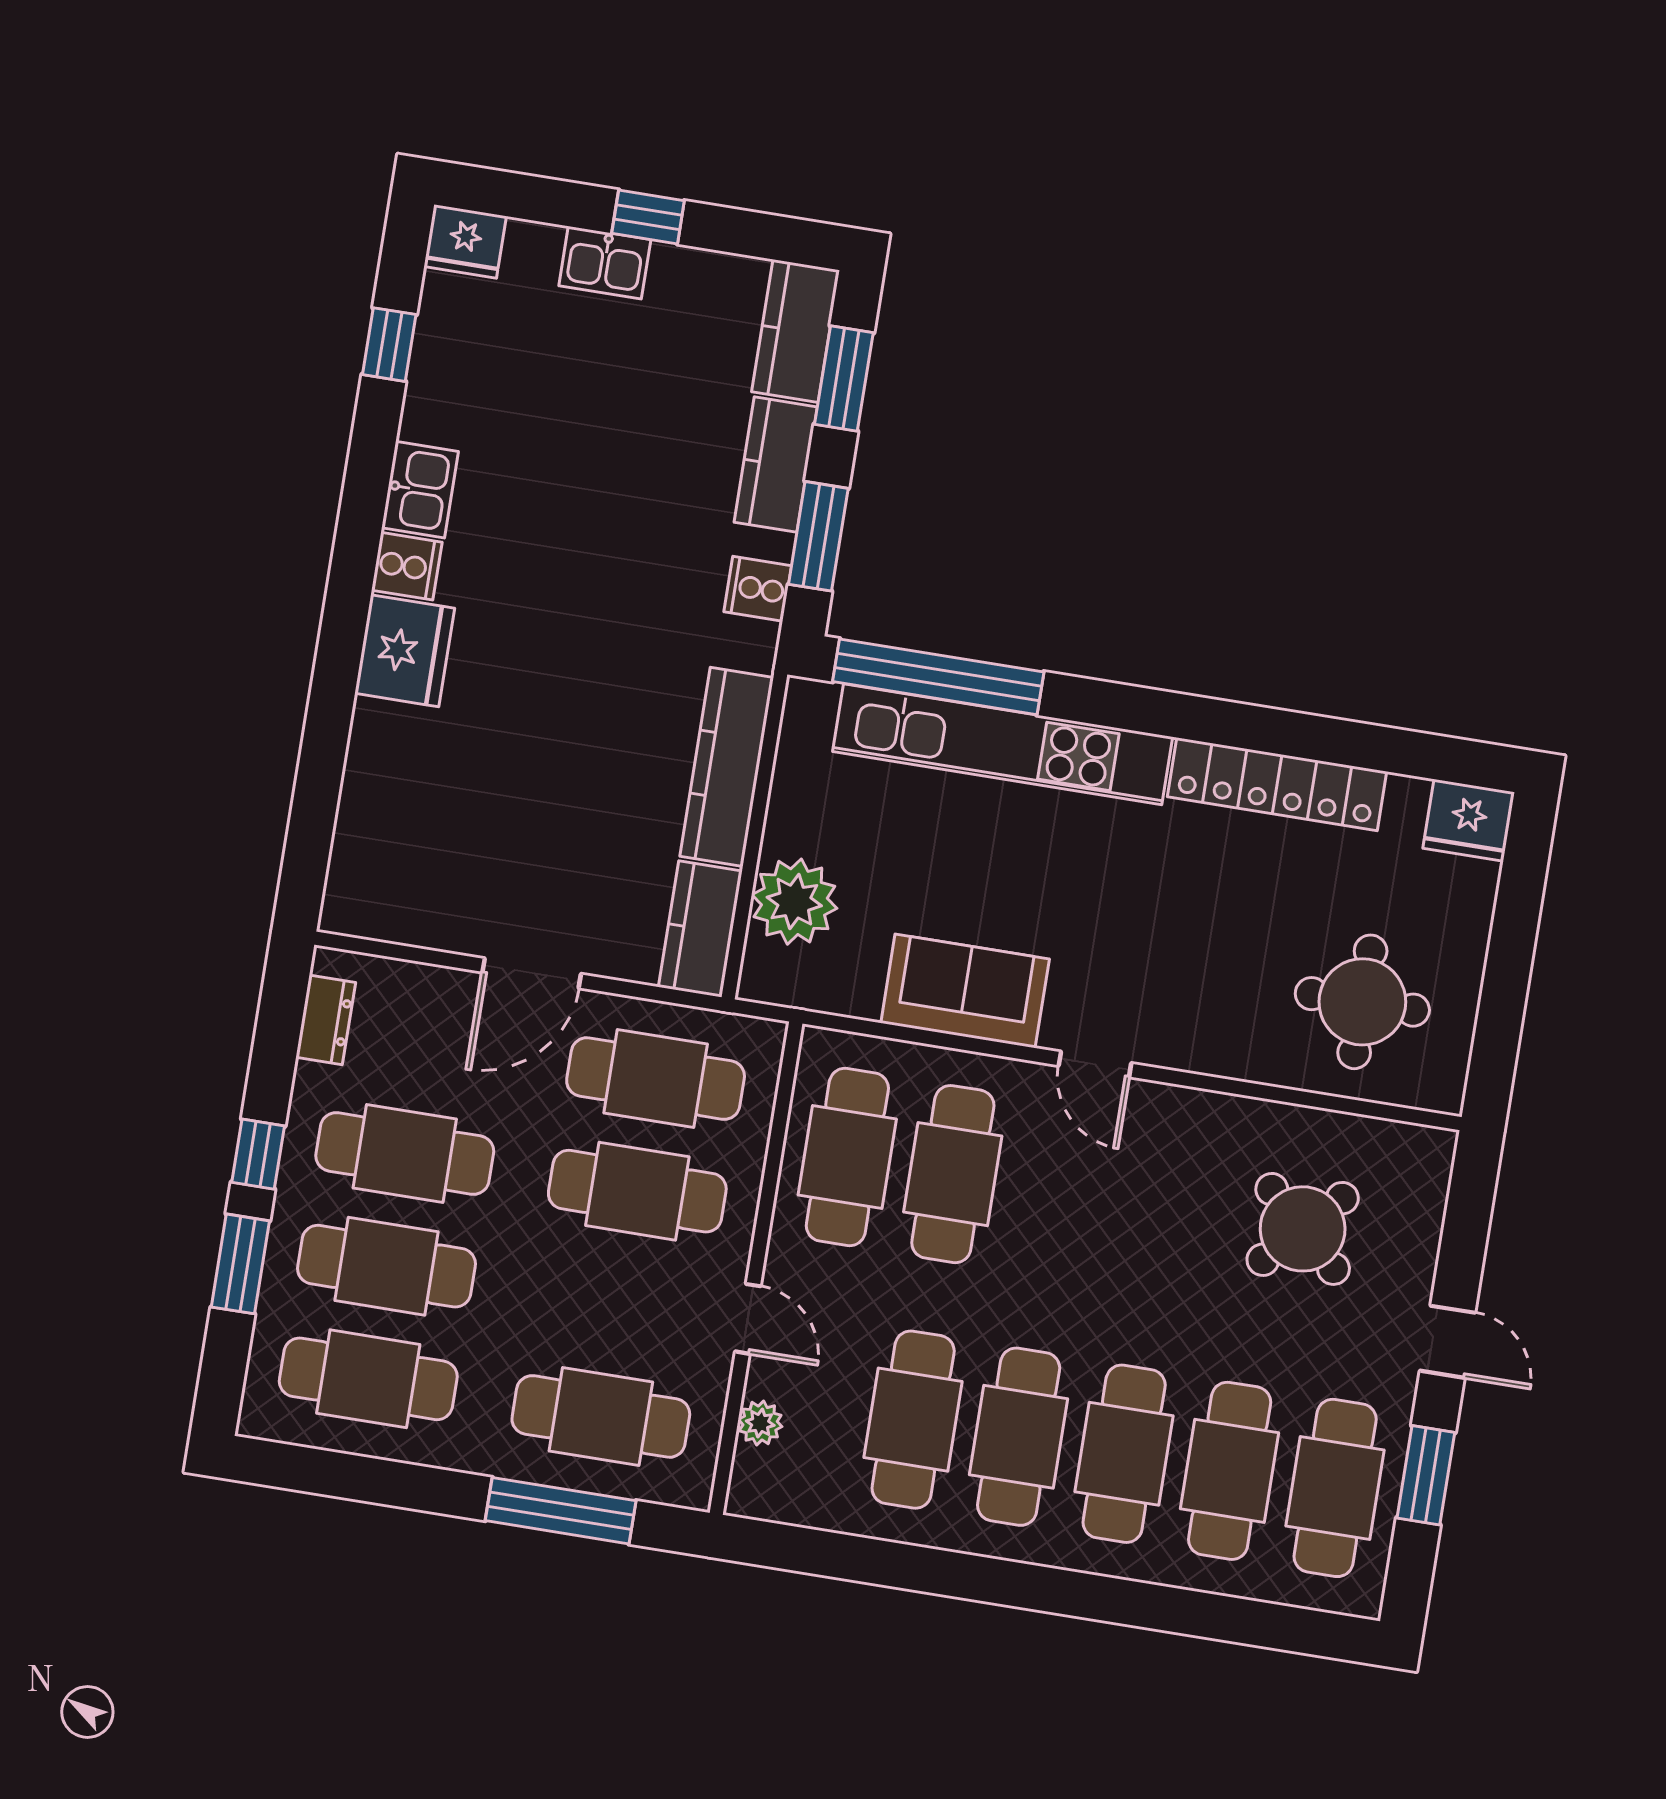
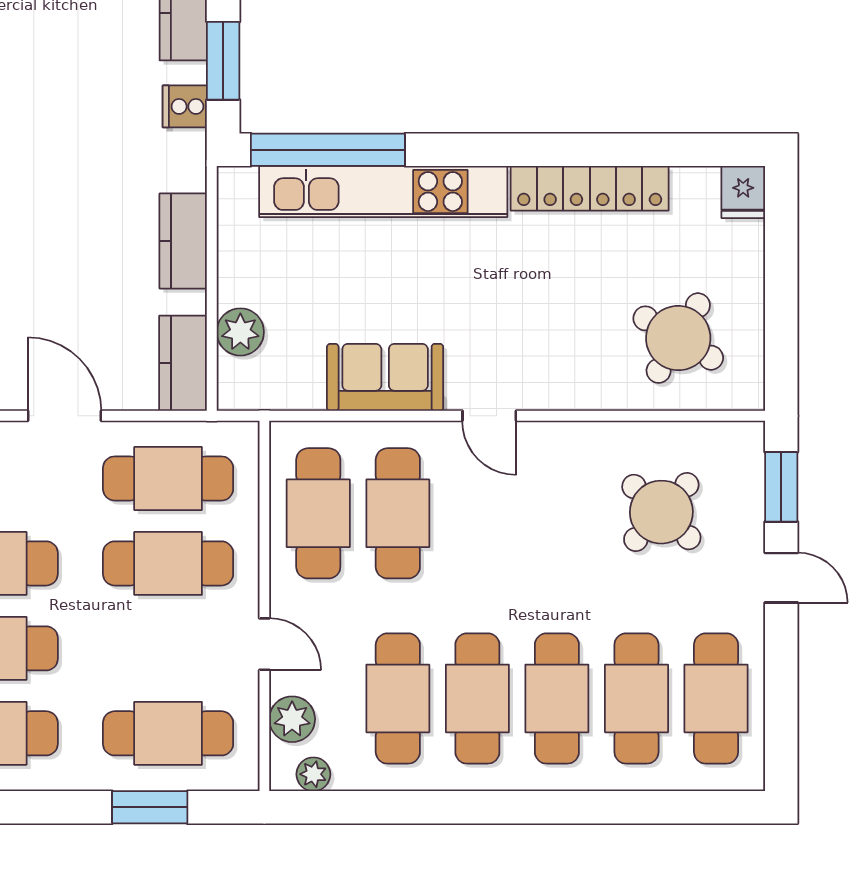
kitchen counter: (727, 767) -> (183, 241), width x0.67
fridge: (1469, 820) -> (743, 192), width x0.72
plant: (794, 902) -> (240, 332), width x0.73, depth x0.73
door: (532, 973) -> (64, 416), swing flipped
round table: (1362, 1002) -> (678, 338), turned 31
plant: (760, 1423) -> (292, 719), width x1.38, depth x1.38
window: (1426, 1475) -> (781, 487), moved
plant: (785, 1502) -> (313, 774), added
window: (561, 1511) -> (150, 807), width x0.69

